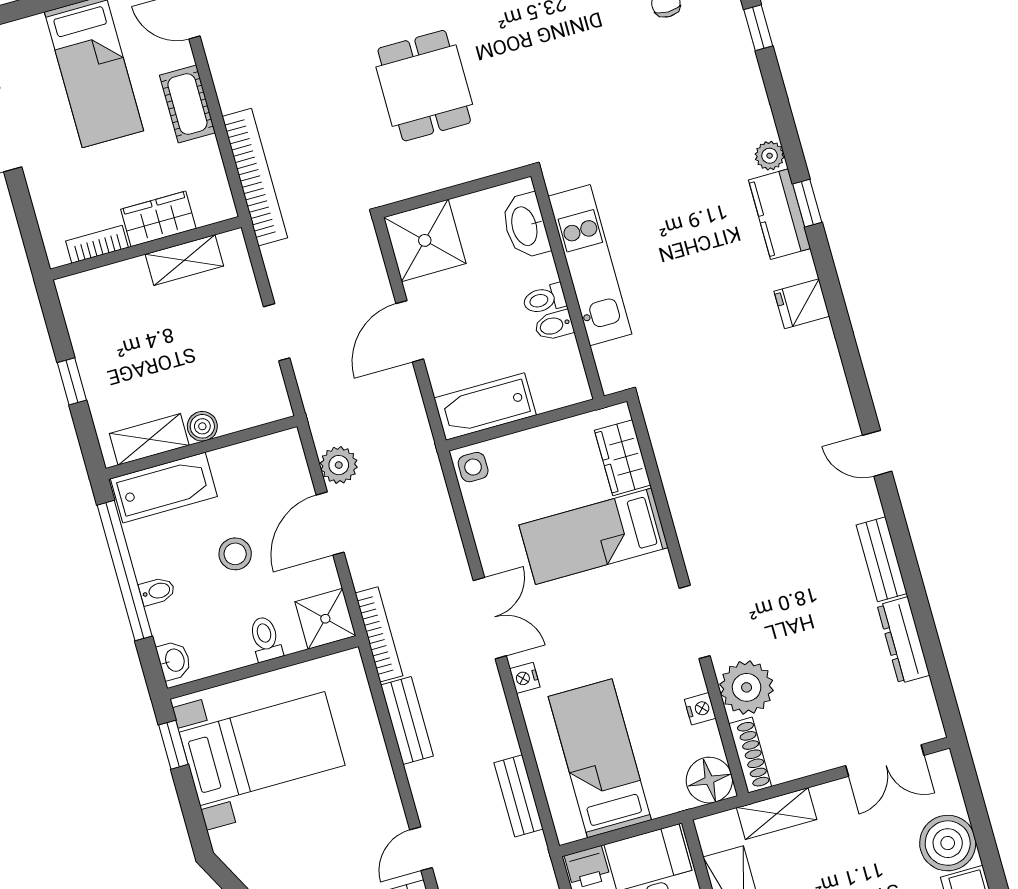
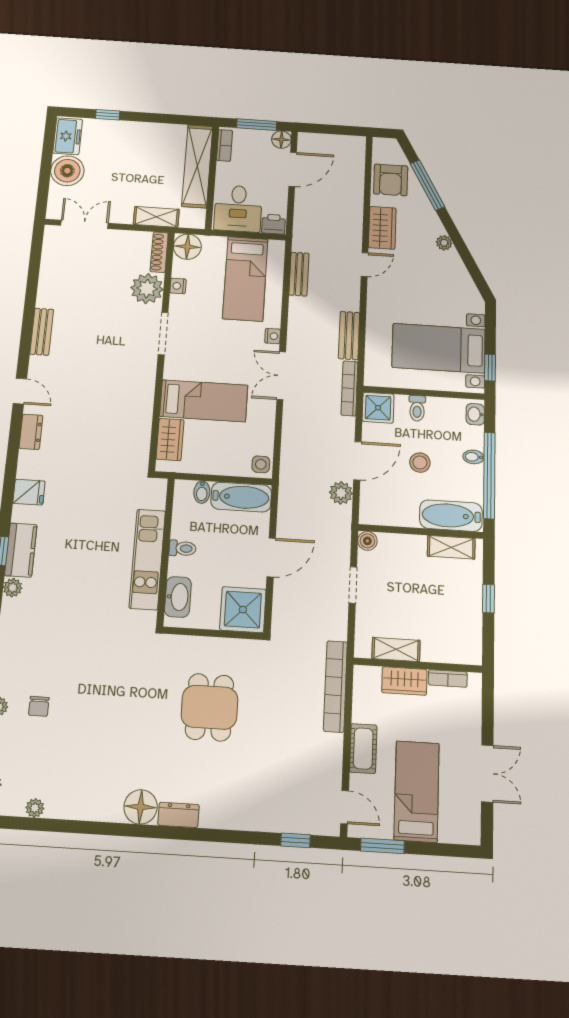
bidet: (554, 325) -> (202, 492), moved, turned 90
boiler: (202, 426) -> (367, 541), moved
dresser: (903, 640) -> (31, 432), moved, width x0.70

